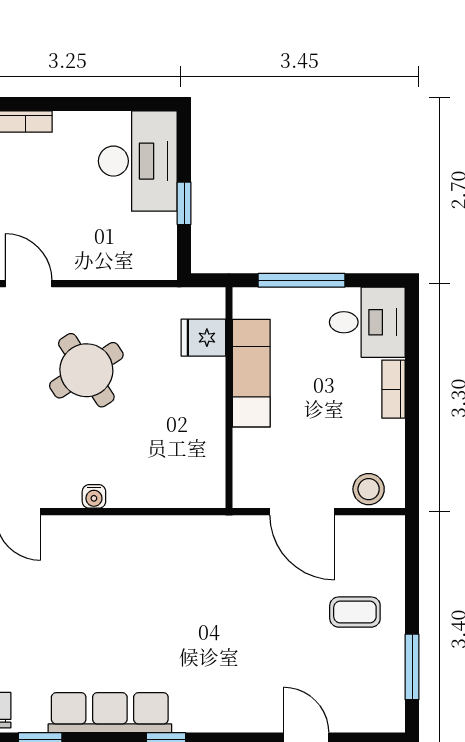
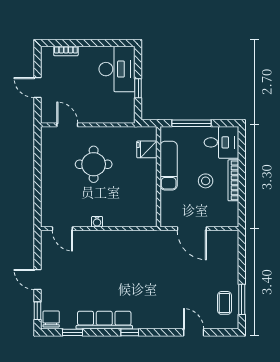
round table: (86, 370) -> (94, 164), turned 33
bookcase: (393, 389) -> (233, 180), width x1.56
stool: (369, 489) -> (206, 181), moved
coffee table: (355, 612) -> (224, 303), moved, turned 90

